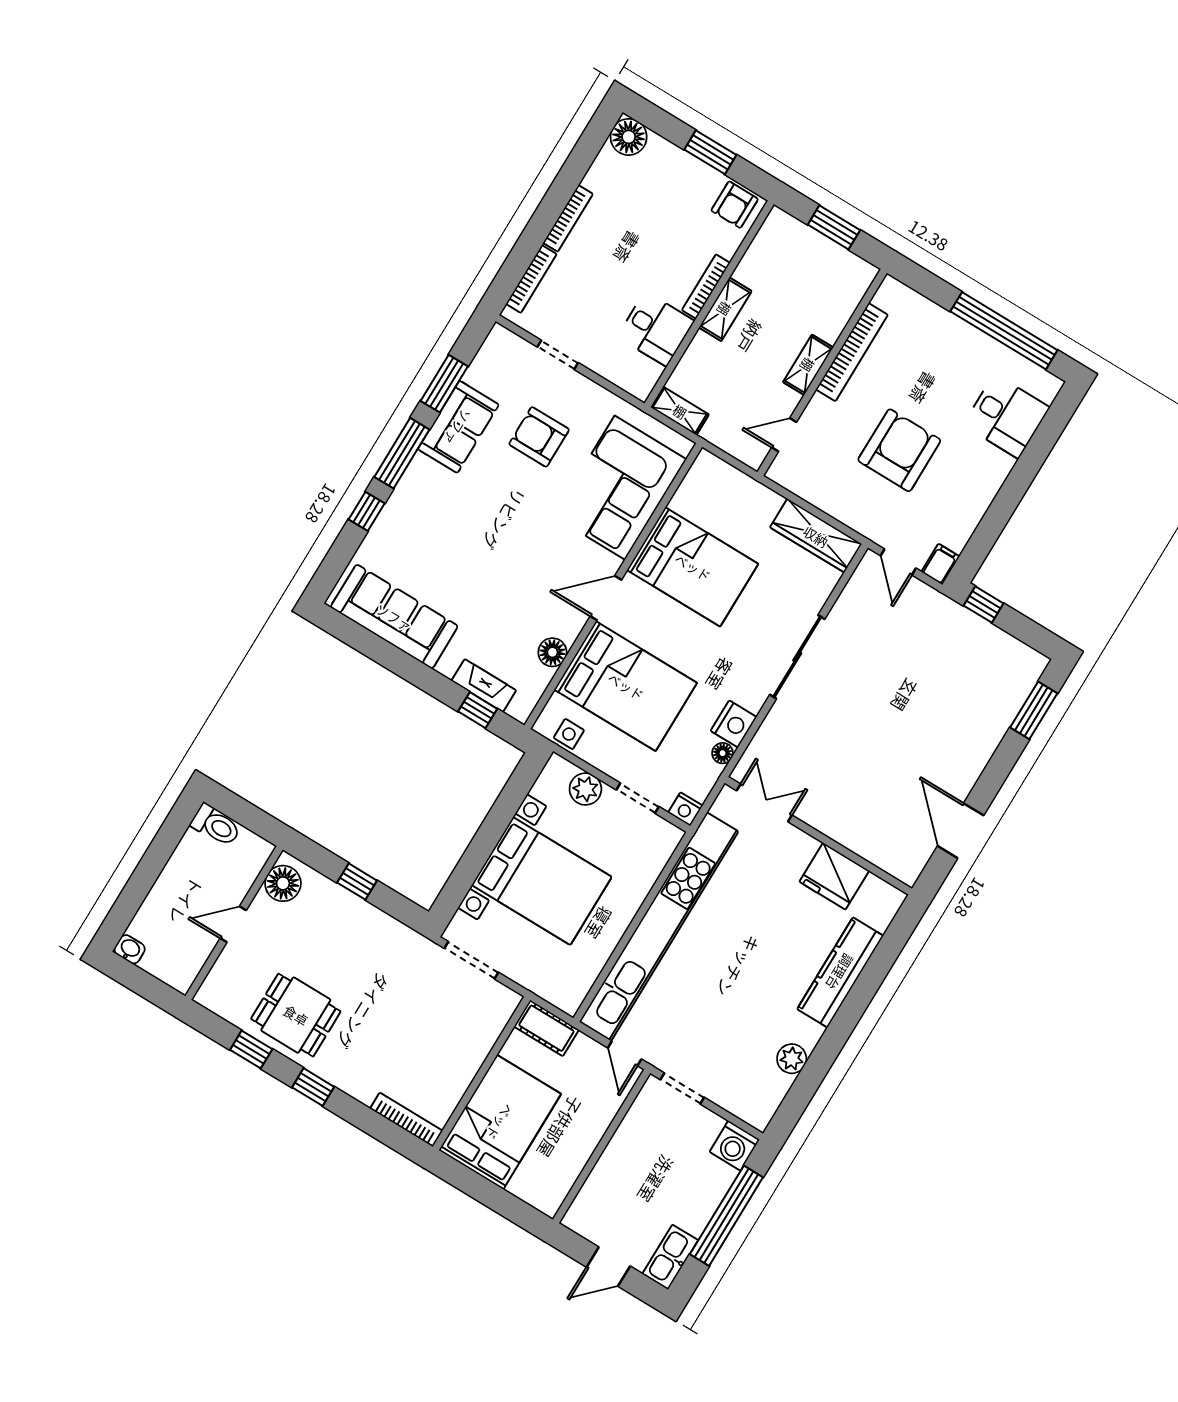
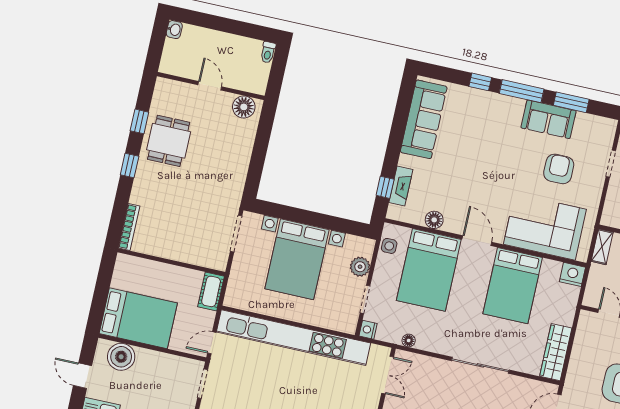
nightstand: (734, 724) -> (572, 274), moved, turned 180
toilet: (216, 825) -> (268, 52), width x0.73, depth x0.72
window: (357, 882) -> (260, 150), removed
bed: (500, 1122) -> (138, 318), moved
boiler: (599, 1198) -> (121, 357), added

